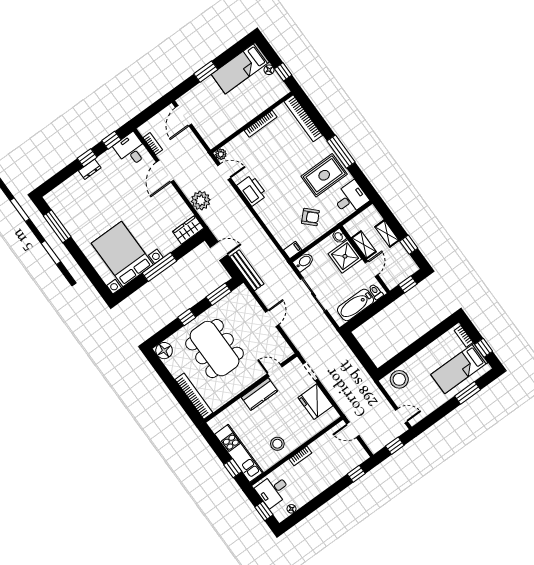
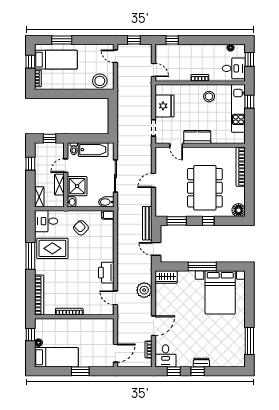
plant: (221, 154) -> (109, 311), removed
shelving: (387, 234) -> (39, 197), moved

